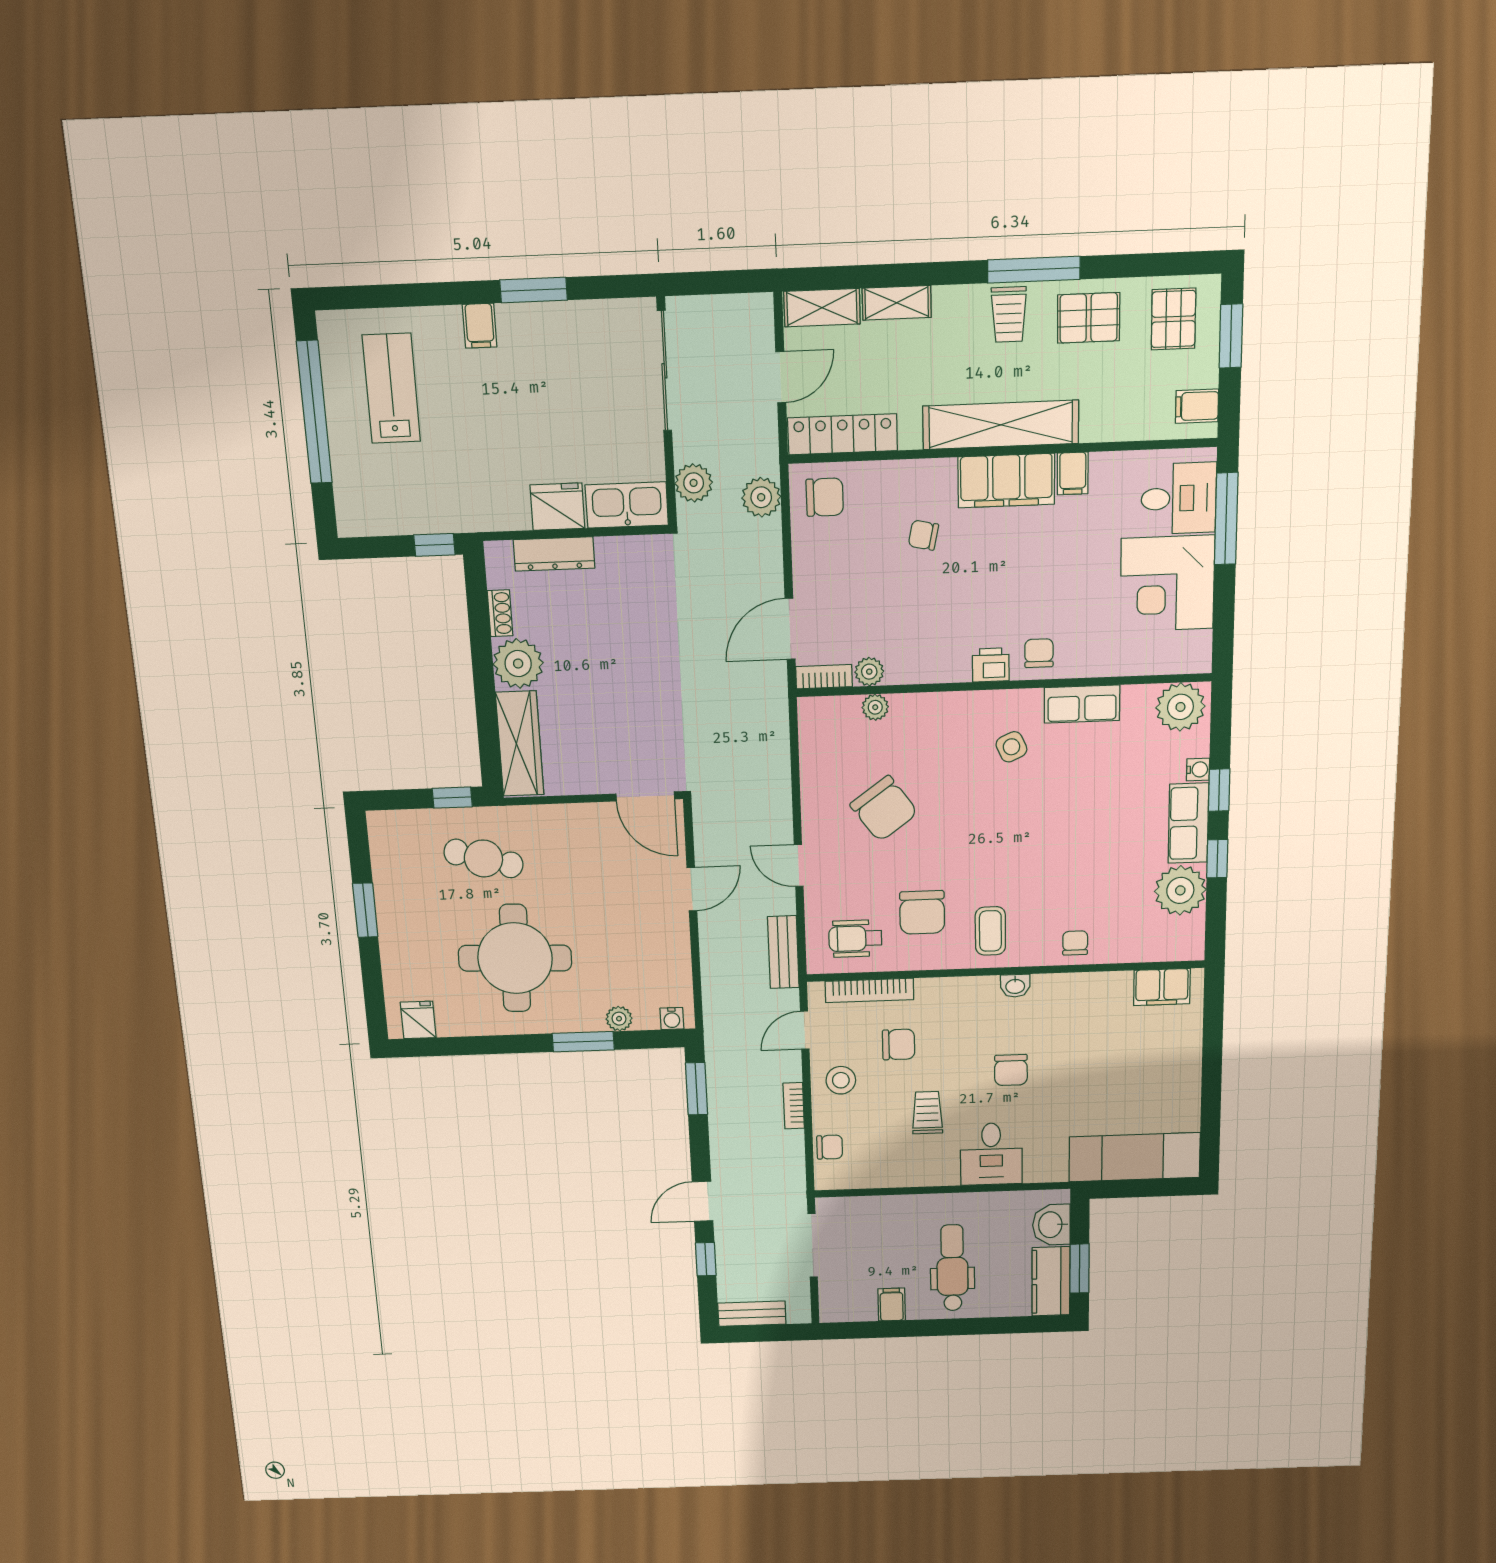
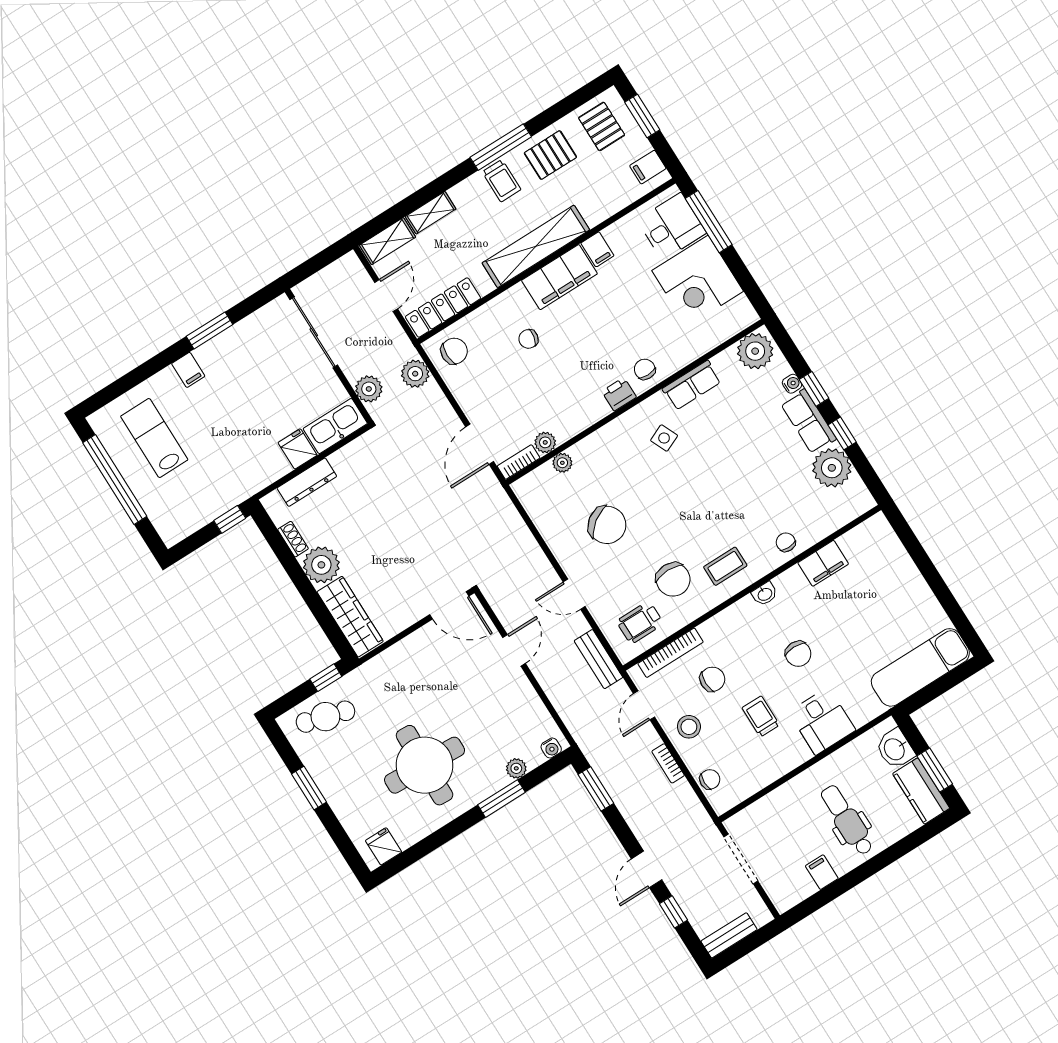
fridge: (558, 507) -> (298, 449), width x0.72
cafe table: (483, 858) -> (325, 717), moved
coffee table: (990, 931) -> (725, 566), turned 90
filing cabinet: (1162, 987) -> (823, 563), moved

